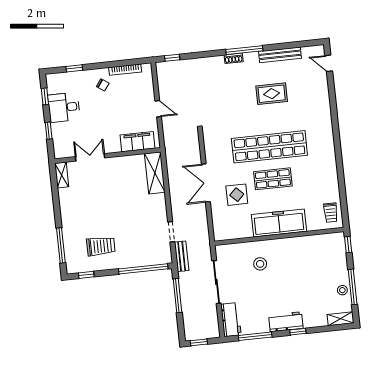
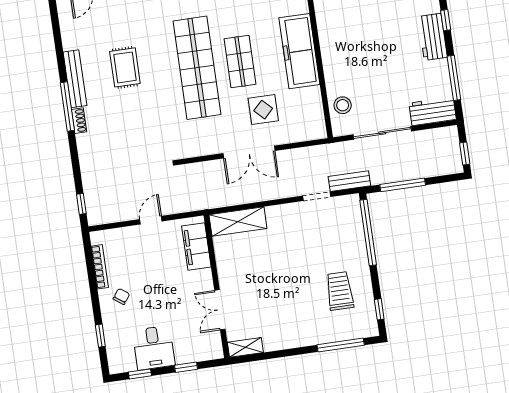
bench: (280, 55) -> (75, 79), moved
stool: (260, 264) -> (343, 105), moved

